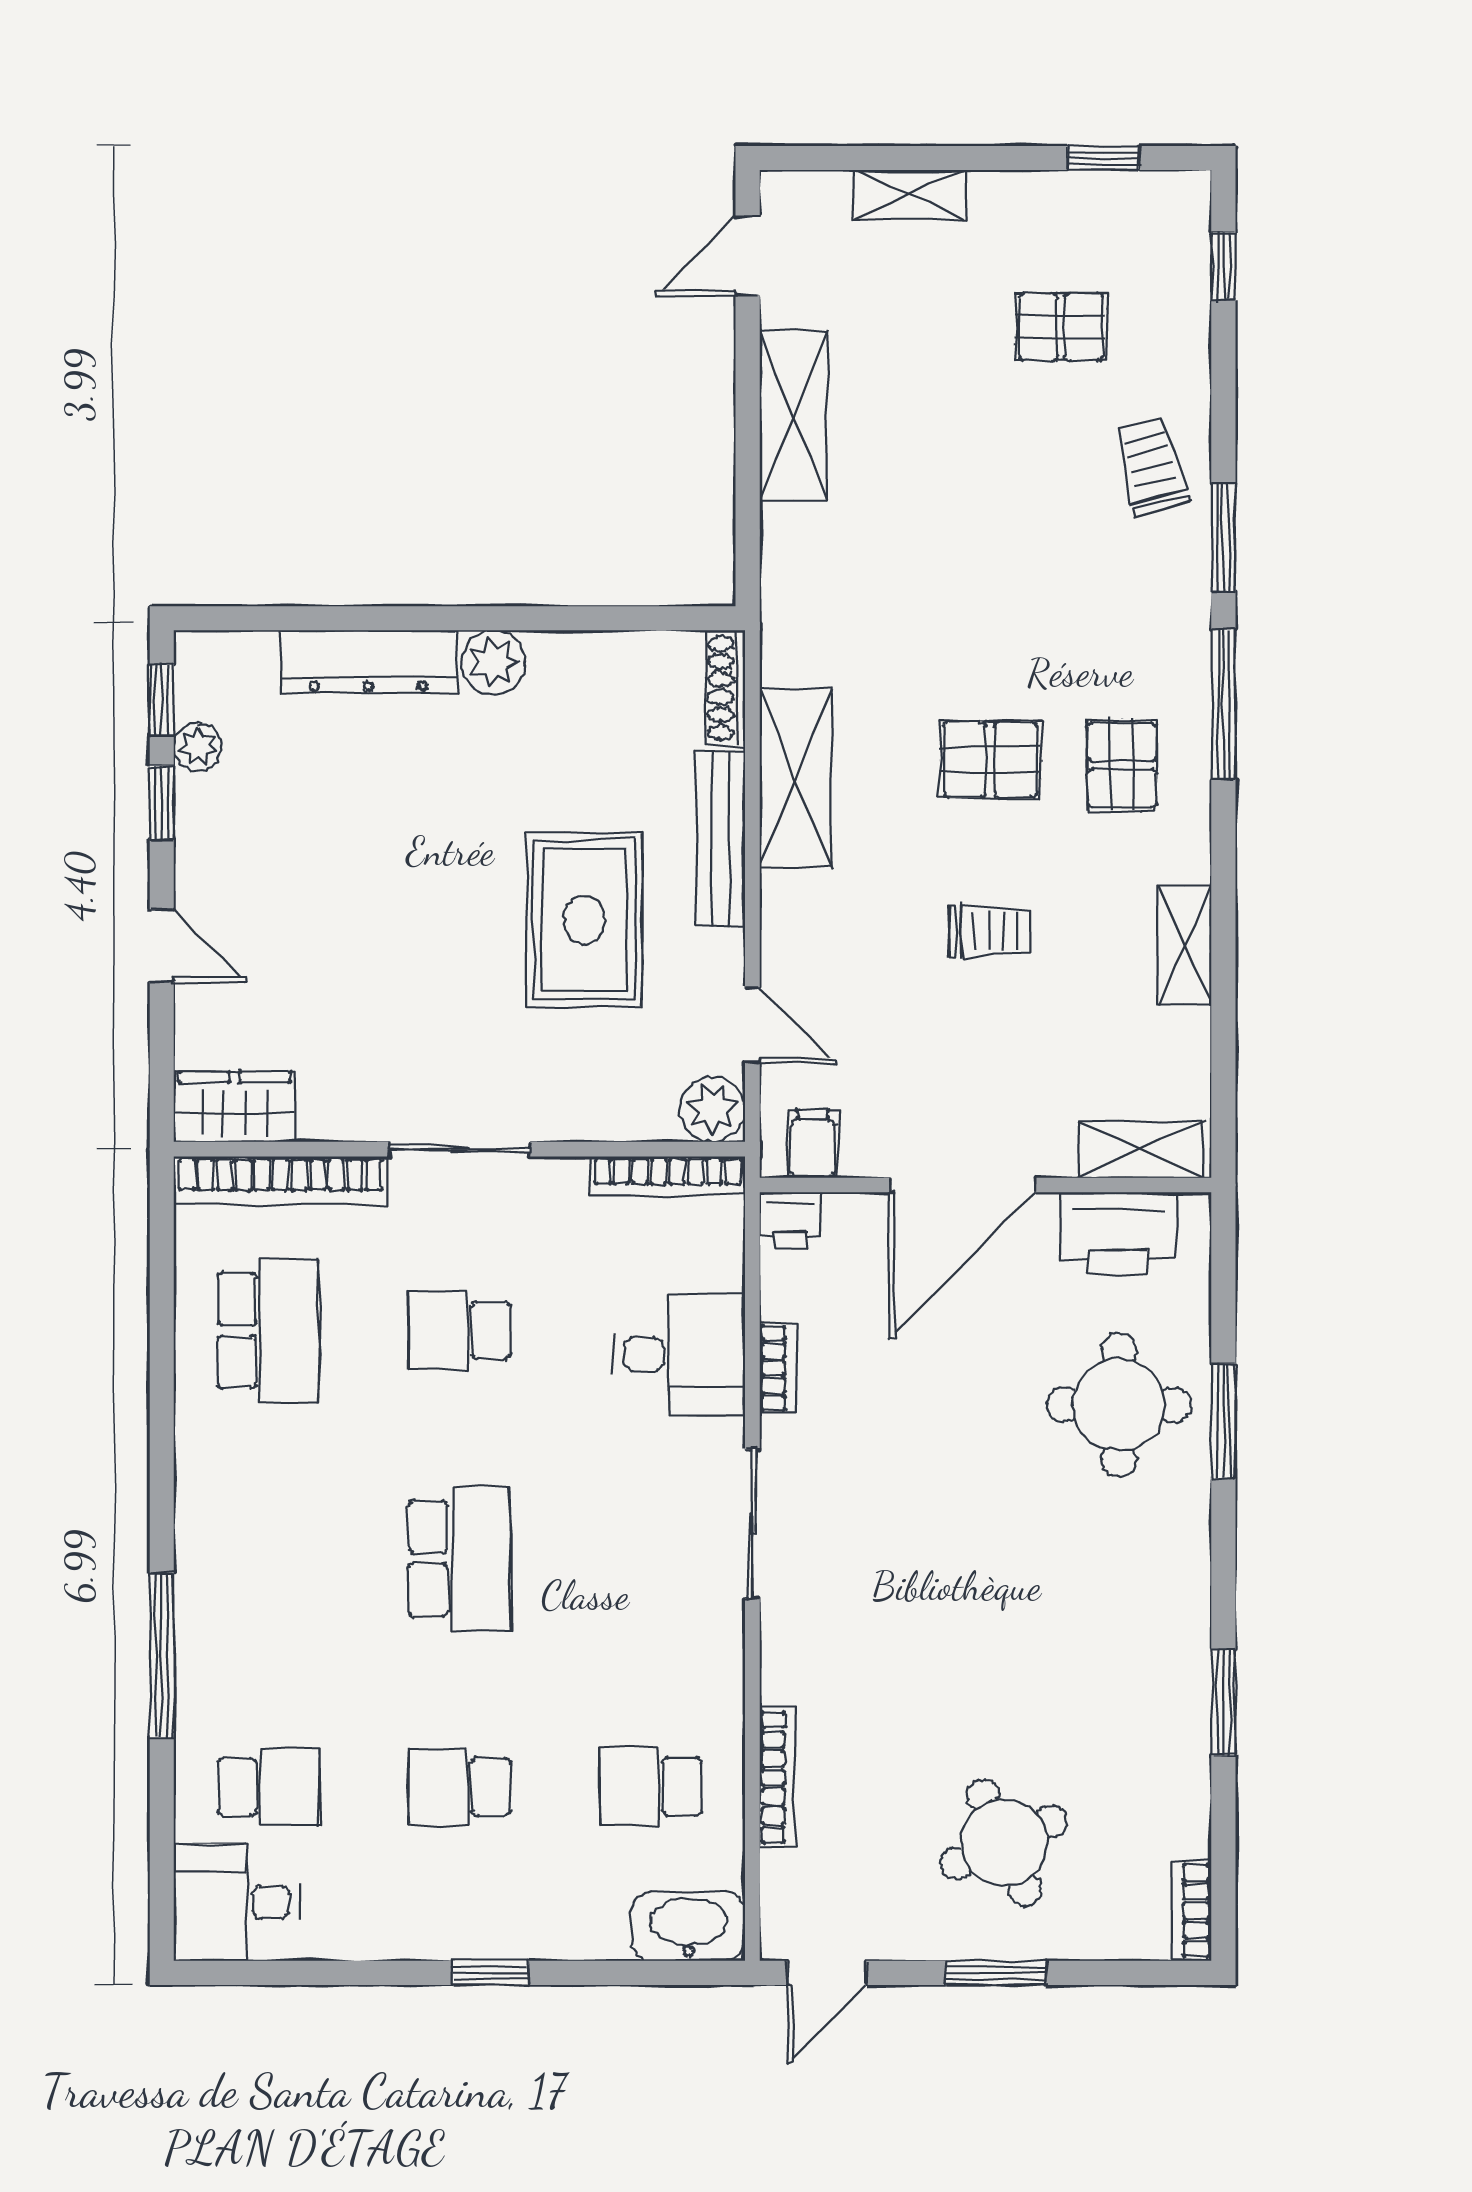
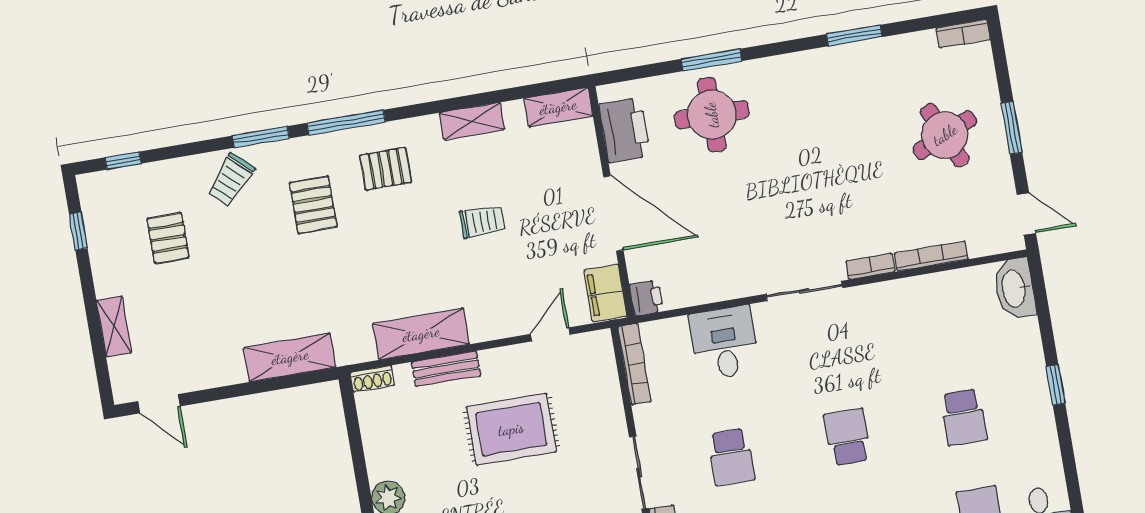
shelving: (793, 415) -> (290, 357), moved
trolley: (1151, 466) -> (231, 180), turned -33
shoe rack: (725, 688) -> (372, 379), width x0.70
pallet: (990, 759) -> (313, 205), moved
bench: (721, 838) -> (446, 369), width x0.73
trolley: (990, 932) -> (482, 222), turned 90
plant: (713, 1109) -> (597, 347), removed
filing cabinet: (813, 1144) -> (606, 293), width x2.00
shelving: (1141, 1149) -> (558, 107), moved, turned 90
bookcase: (778, 1368) -> (870, 266), moved
school desk: (459, 1559) -> (847, 437), width x0.54
school desk: (650, 1787) -> (947, 320), removed

